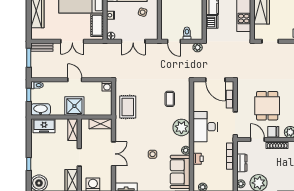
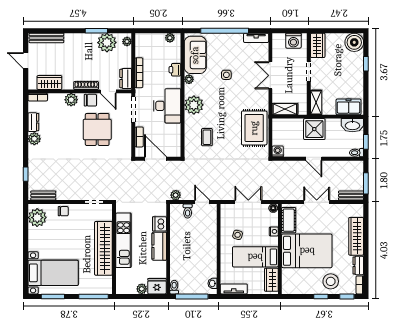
rug: (128, 107) -> (254, 128), width x1.36, depth x1.43
dresser: (242, 163) -> (126, 78), moved

